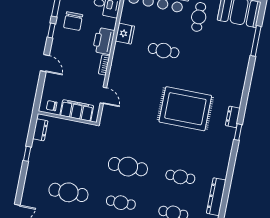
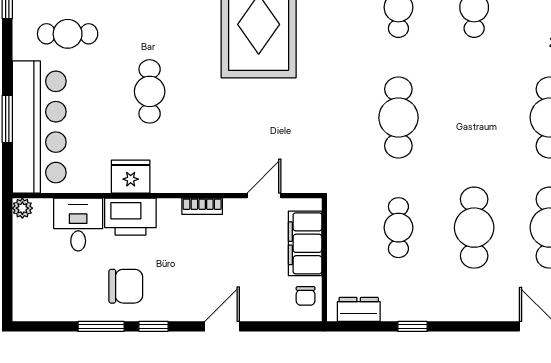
printer: (104, 41) -> (130, 217), moved
cafe table: (121, 203) -> (398, 228), moved

